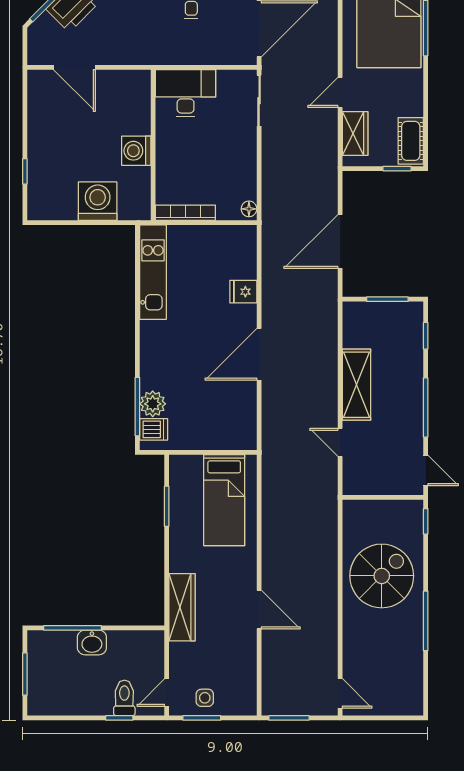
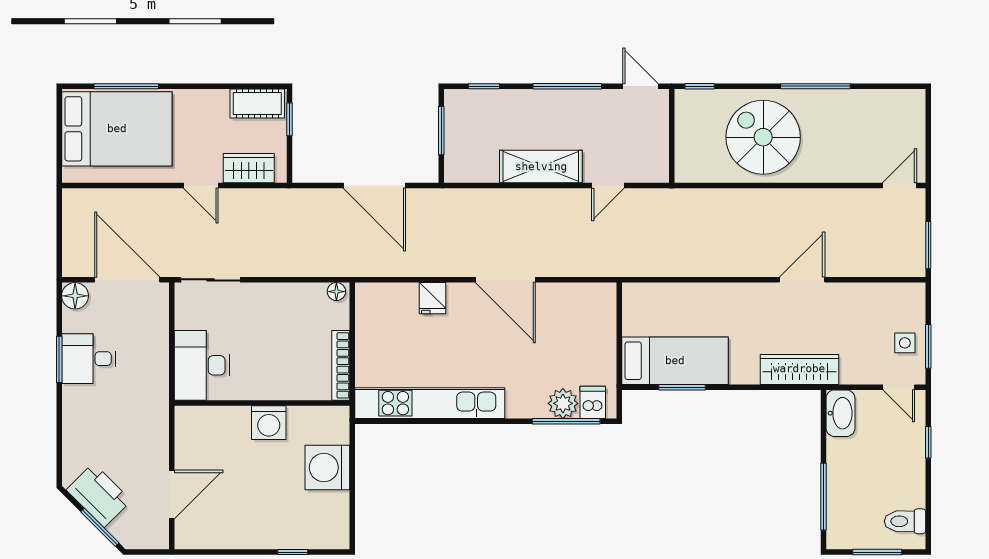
kitchen unit: (153, 272) -> (430, 403), width x1.36
door: (426, 470) -> (640, 86), hinge flipped
bed: (224, 500) -> (675, 361), moved
washbasin: (92, 642) -> (840, 413), moved, width x1.38
toilet: (124, 698) -> (905, 521), moved

